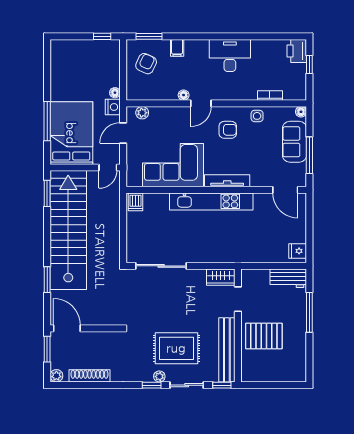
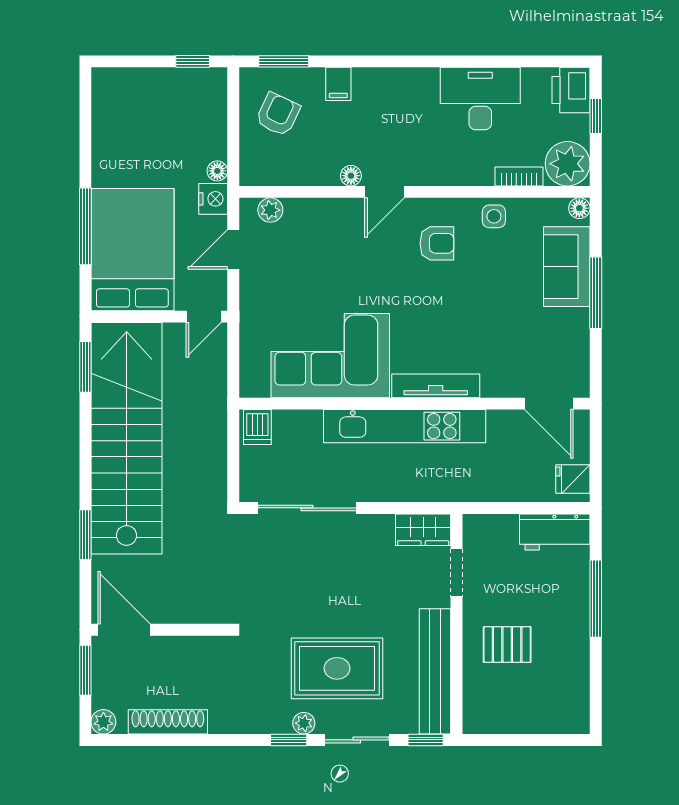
desk: (230, 55) -> (480, 99), moved
plant: (295, 89) -> (568, 164), added
corner sofa: (173, 165) -> (330, 356), moved
tv unit: (227, 181) -> (436, 386), moved
wall: (216, 190) -> (414, 404), moved
door: (285, 190) -> (549, 404), moved
kitchen unit: (211, 201) -> (405, 426), moved
dishwasher: (136, 202) -> (257, 427), moved
pallet: (264, 336) -> (507, 645), width x0.67, depth x0.71

